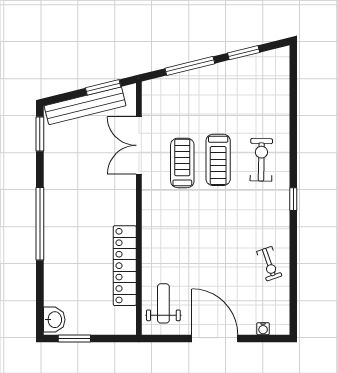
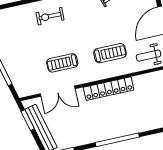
treadmill: (218, 160) -> (110, 53), moved
locker: (125, 266) -> (109, 89), moved

